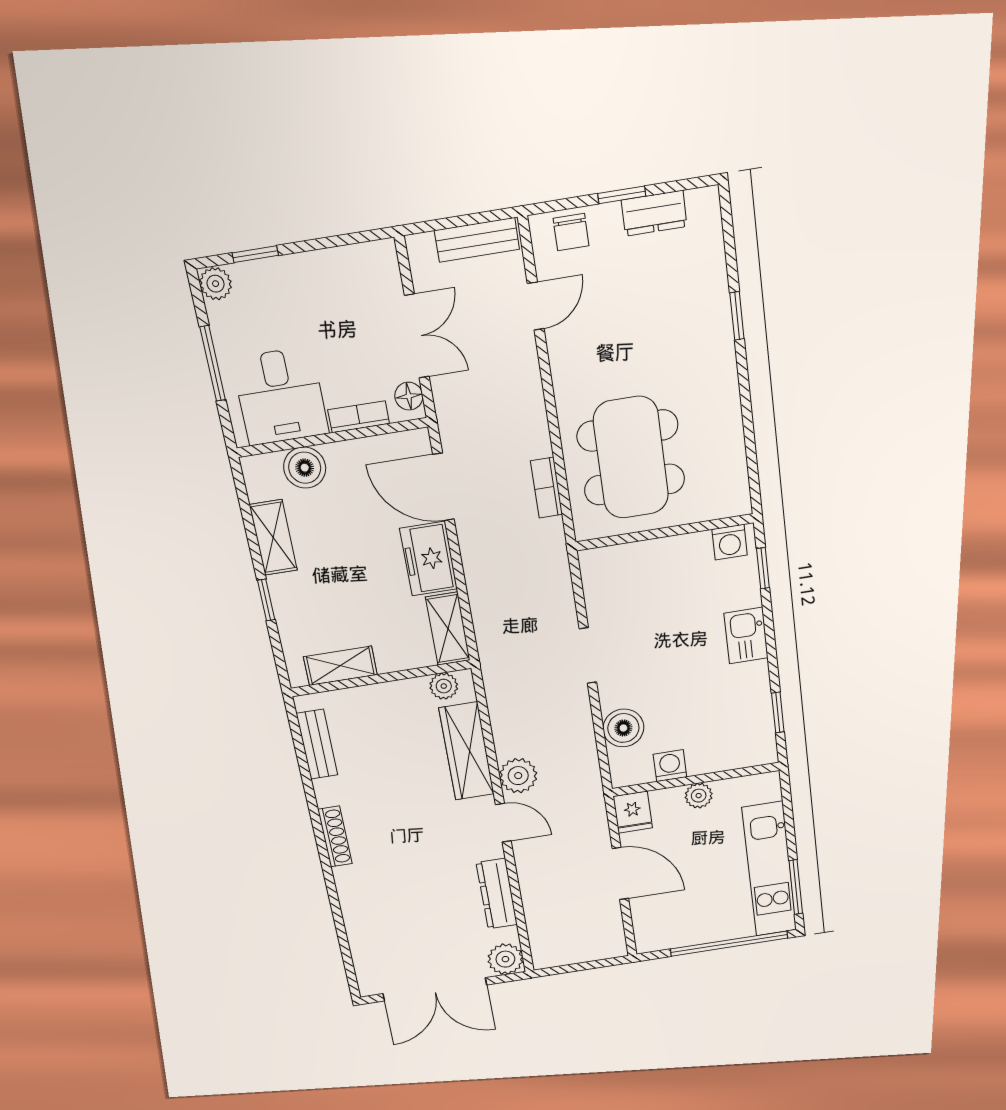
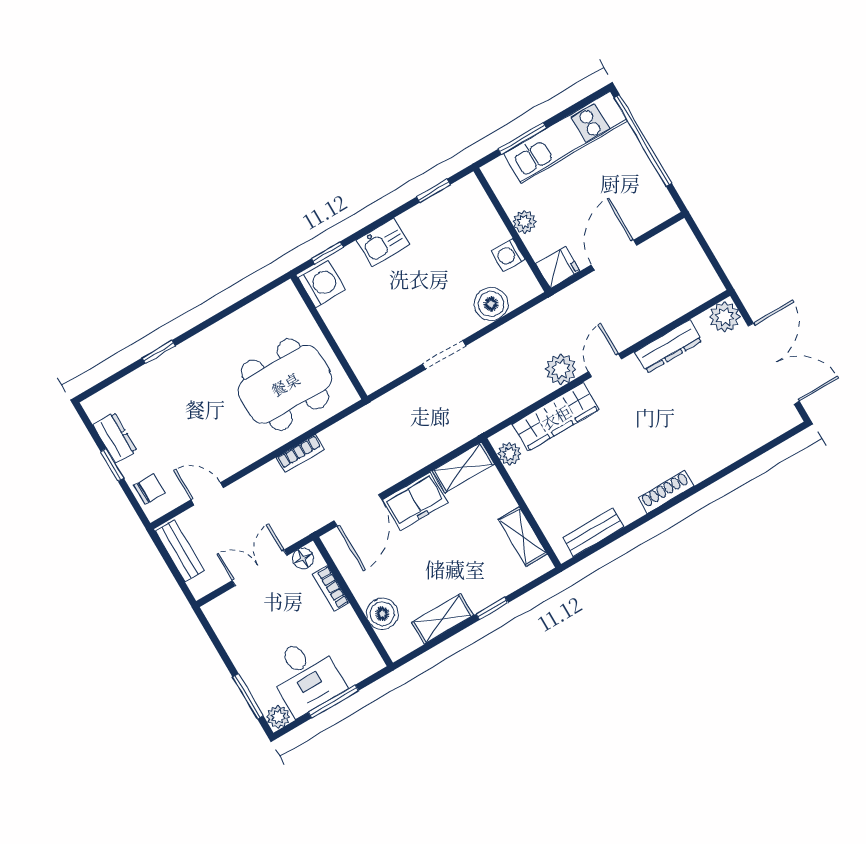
window: (255, 254) -> (248, 696), width x1.50
desk: (280, 396) -> (306, 676), moved, turned 90
bookcase: (546, 488) -> (300, 454), moved
washing machine: (730, 542) -> (322, 284), width x1.38, depth x1.38
window: (796, 887) -> (522, 139), moved

